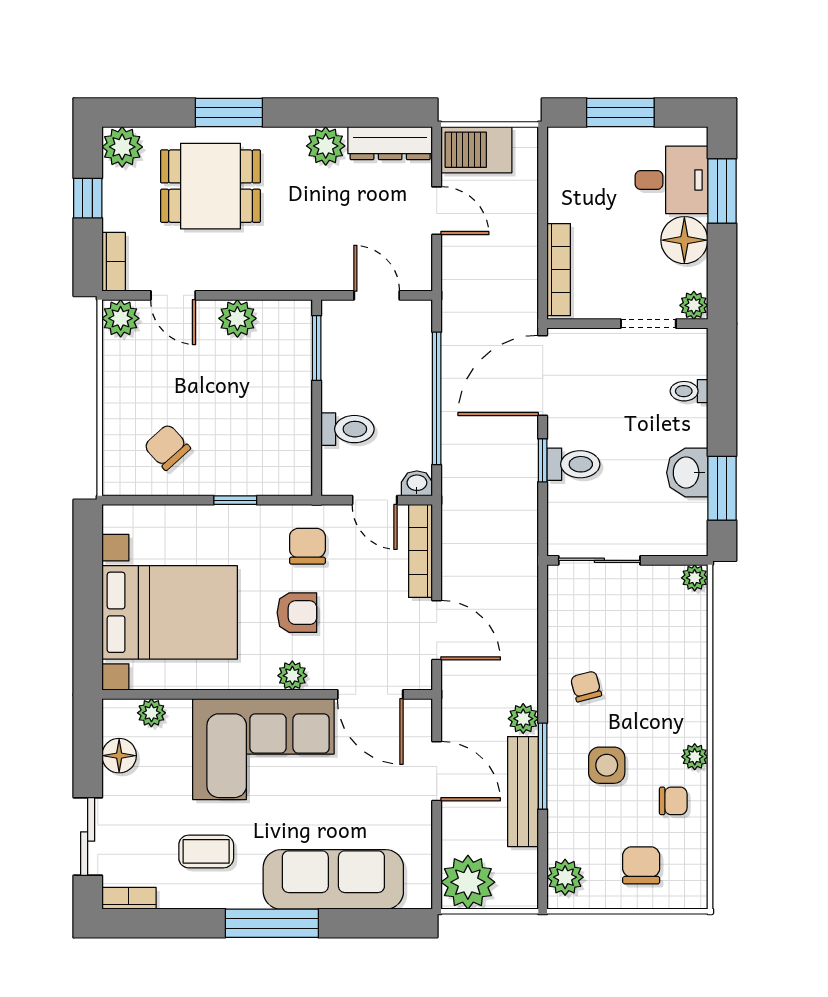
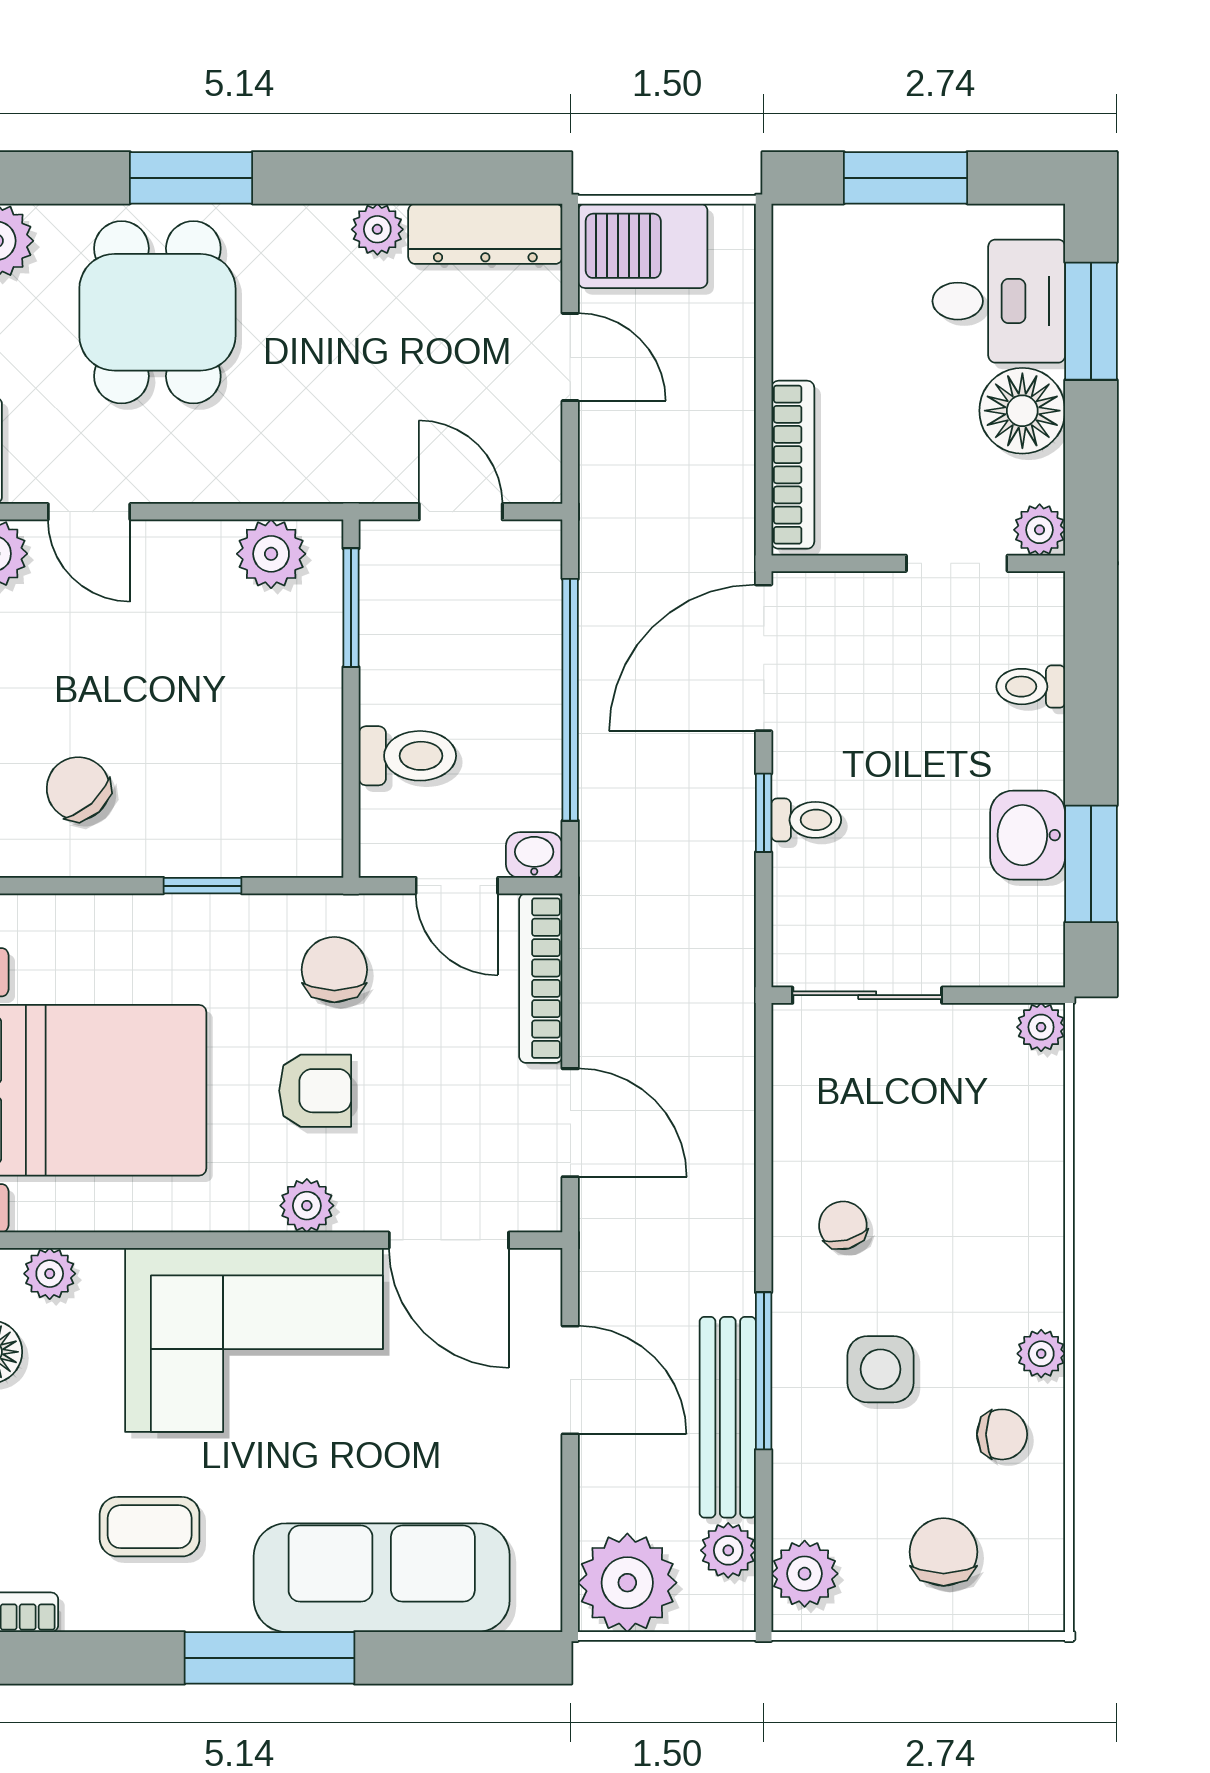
plant: (326, 146) -> (377, 229), width x0.73, depth x0.73
dining table: (210, 186) -> (157, 312), turned 90
plant: (237, 318) -> (271, 554), moved
toilet: (573, 464) -> (806, 820), width x0.73, depth x0.72
plant: (523, 719) -> (728, 1550), moved

